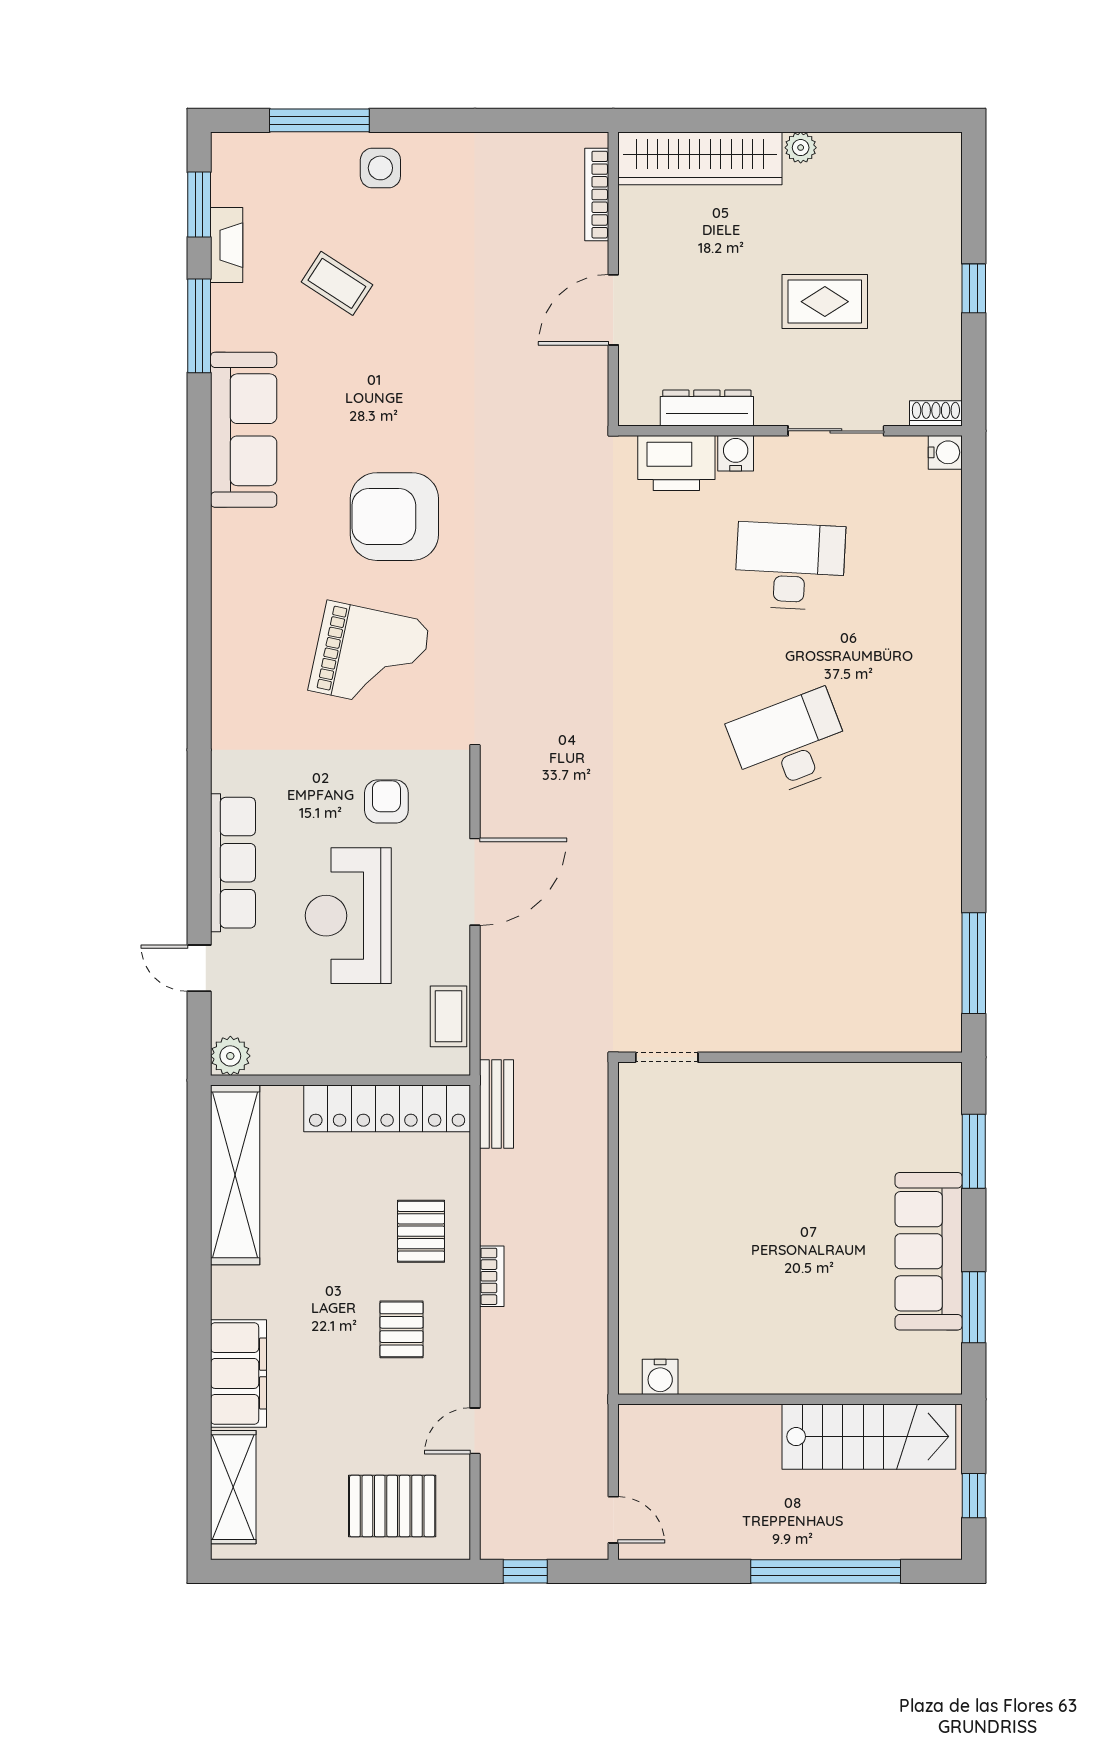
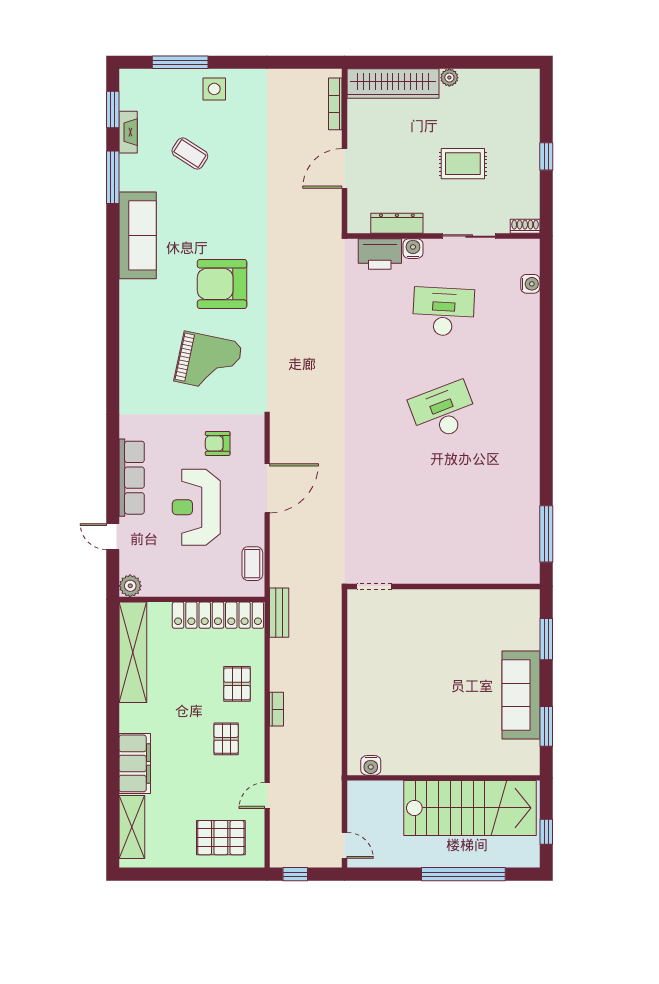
water cooler: (945, 452) -> (530, 284), moved
armchair: (386, 802) -> (218, 443), turned -90
stairs: (869, 1437) -> (470, 808), width x1.36, depth x1.51

